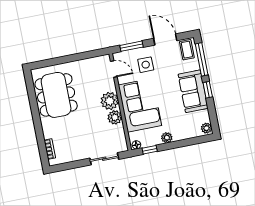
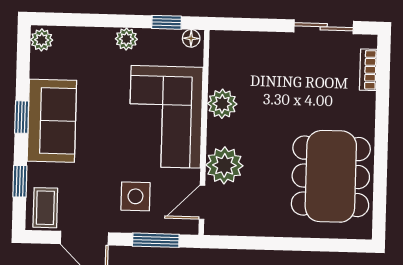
window: (202, 59) -> (20, 181), width x0.46
door: (114, 69) -> (202, 202), hinge flipped
plant: (110, 101) -> (224, 165), moved
sliding door: (104, 159) -> (324, 27), moved

